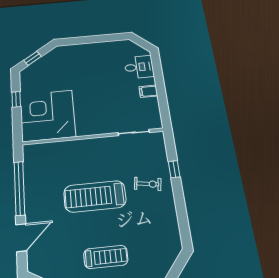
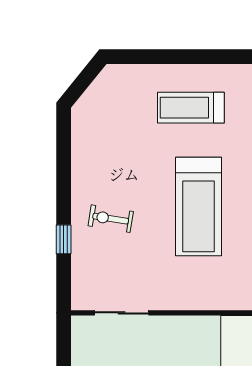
treadmill: (95, 196) -> (199, 206), turned 90

